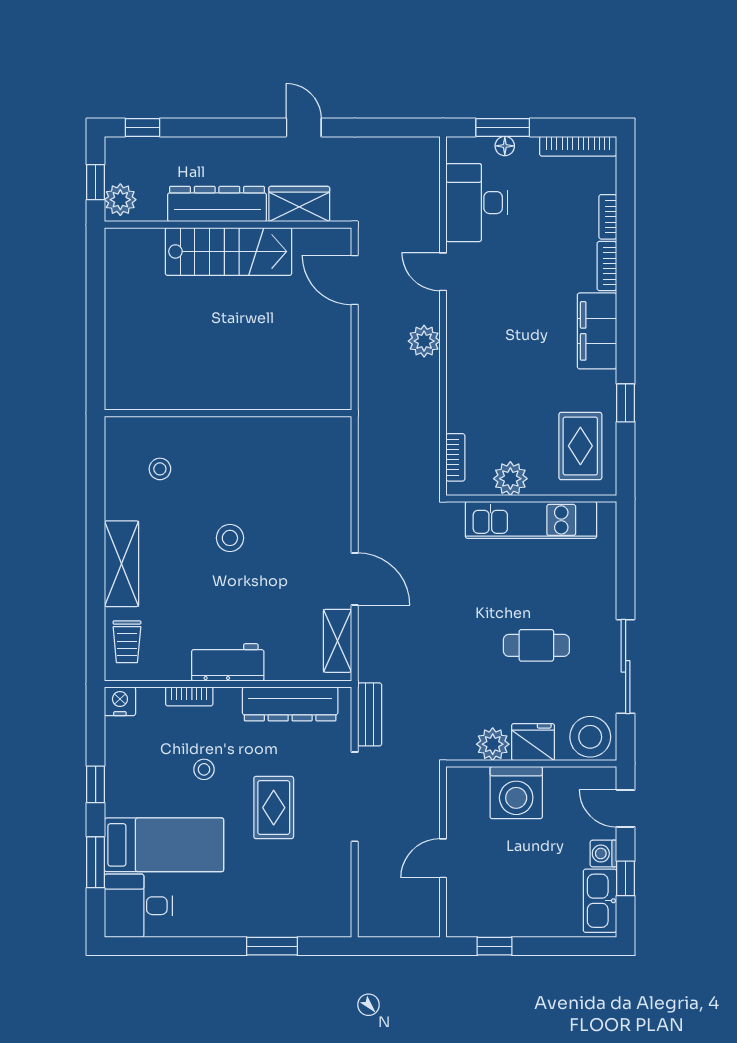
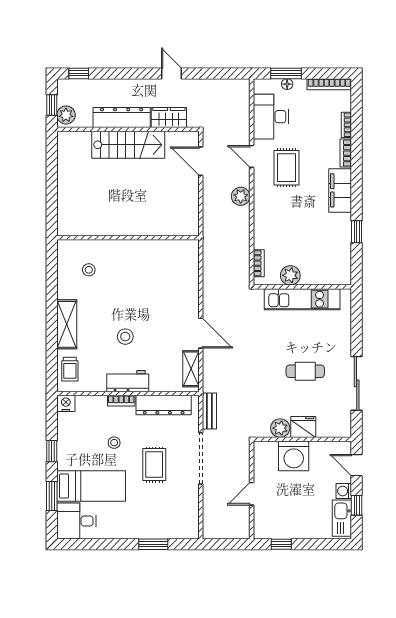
rug: (580, 446) -> (287, 168), moved
stool: (230, 538) -> (125, 337), moved
bookcase: (189, 696) -> (121, 401), moved
stool: (590, 737) -> (336, 424), removed

